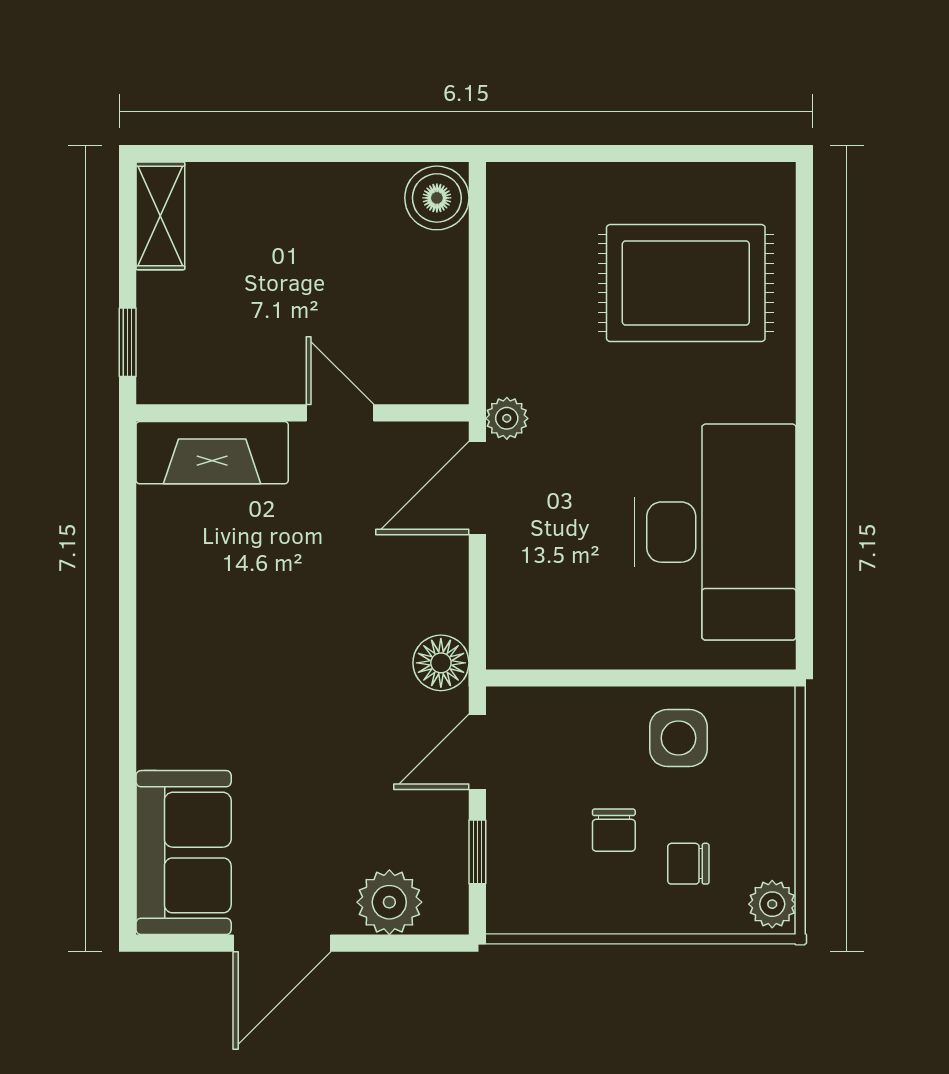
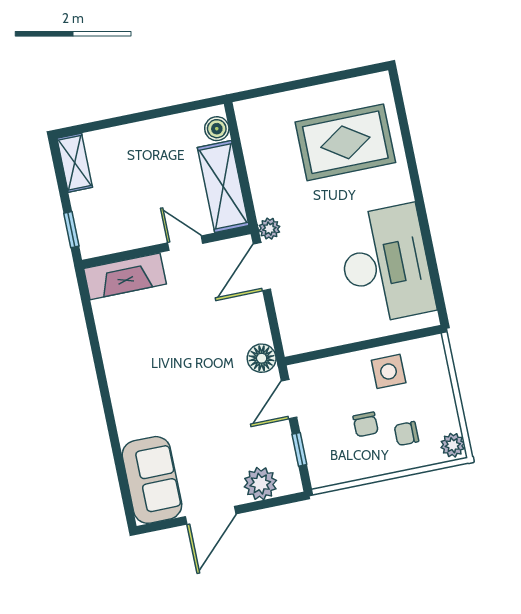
boiler: (437, 198) -> (217, 129), width x0.73, depth x0.73
shelving: (435, 319) -> (223, 186), added

